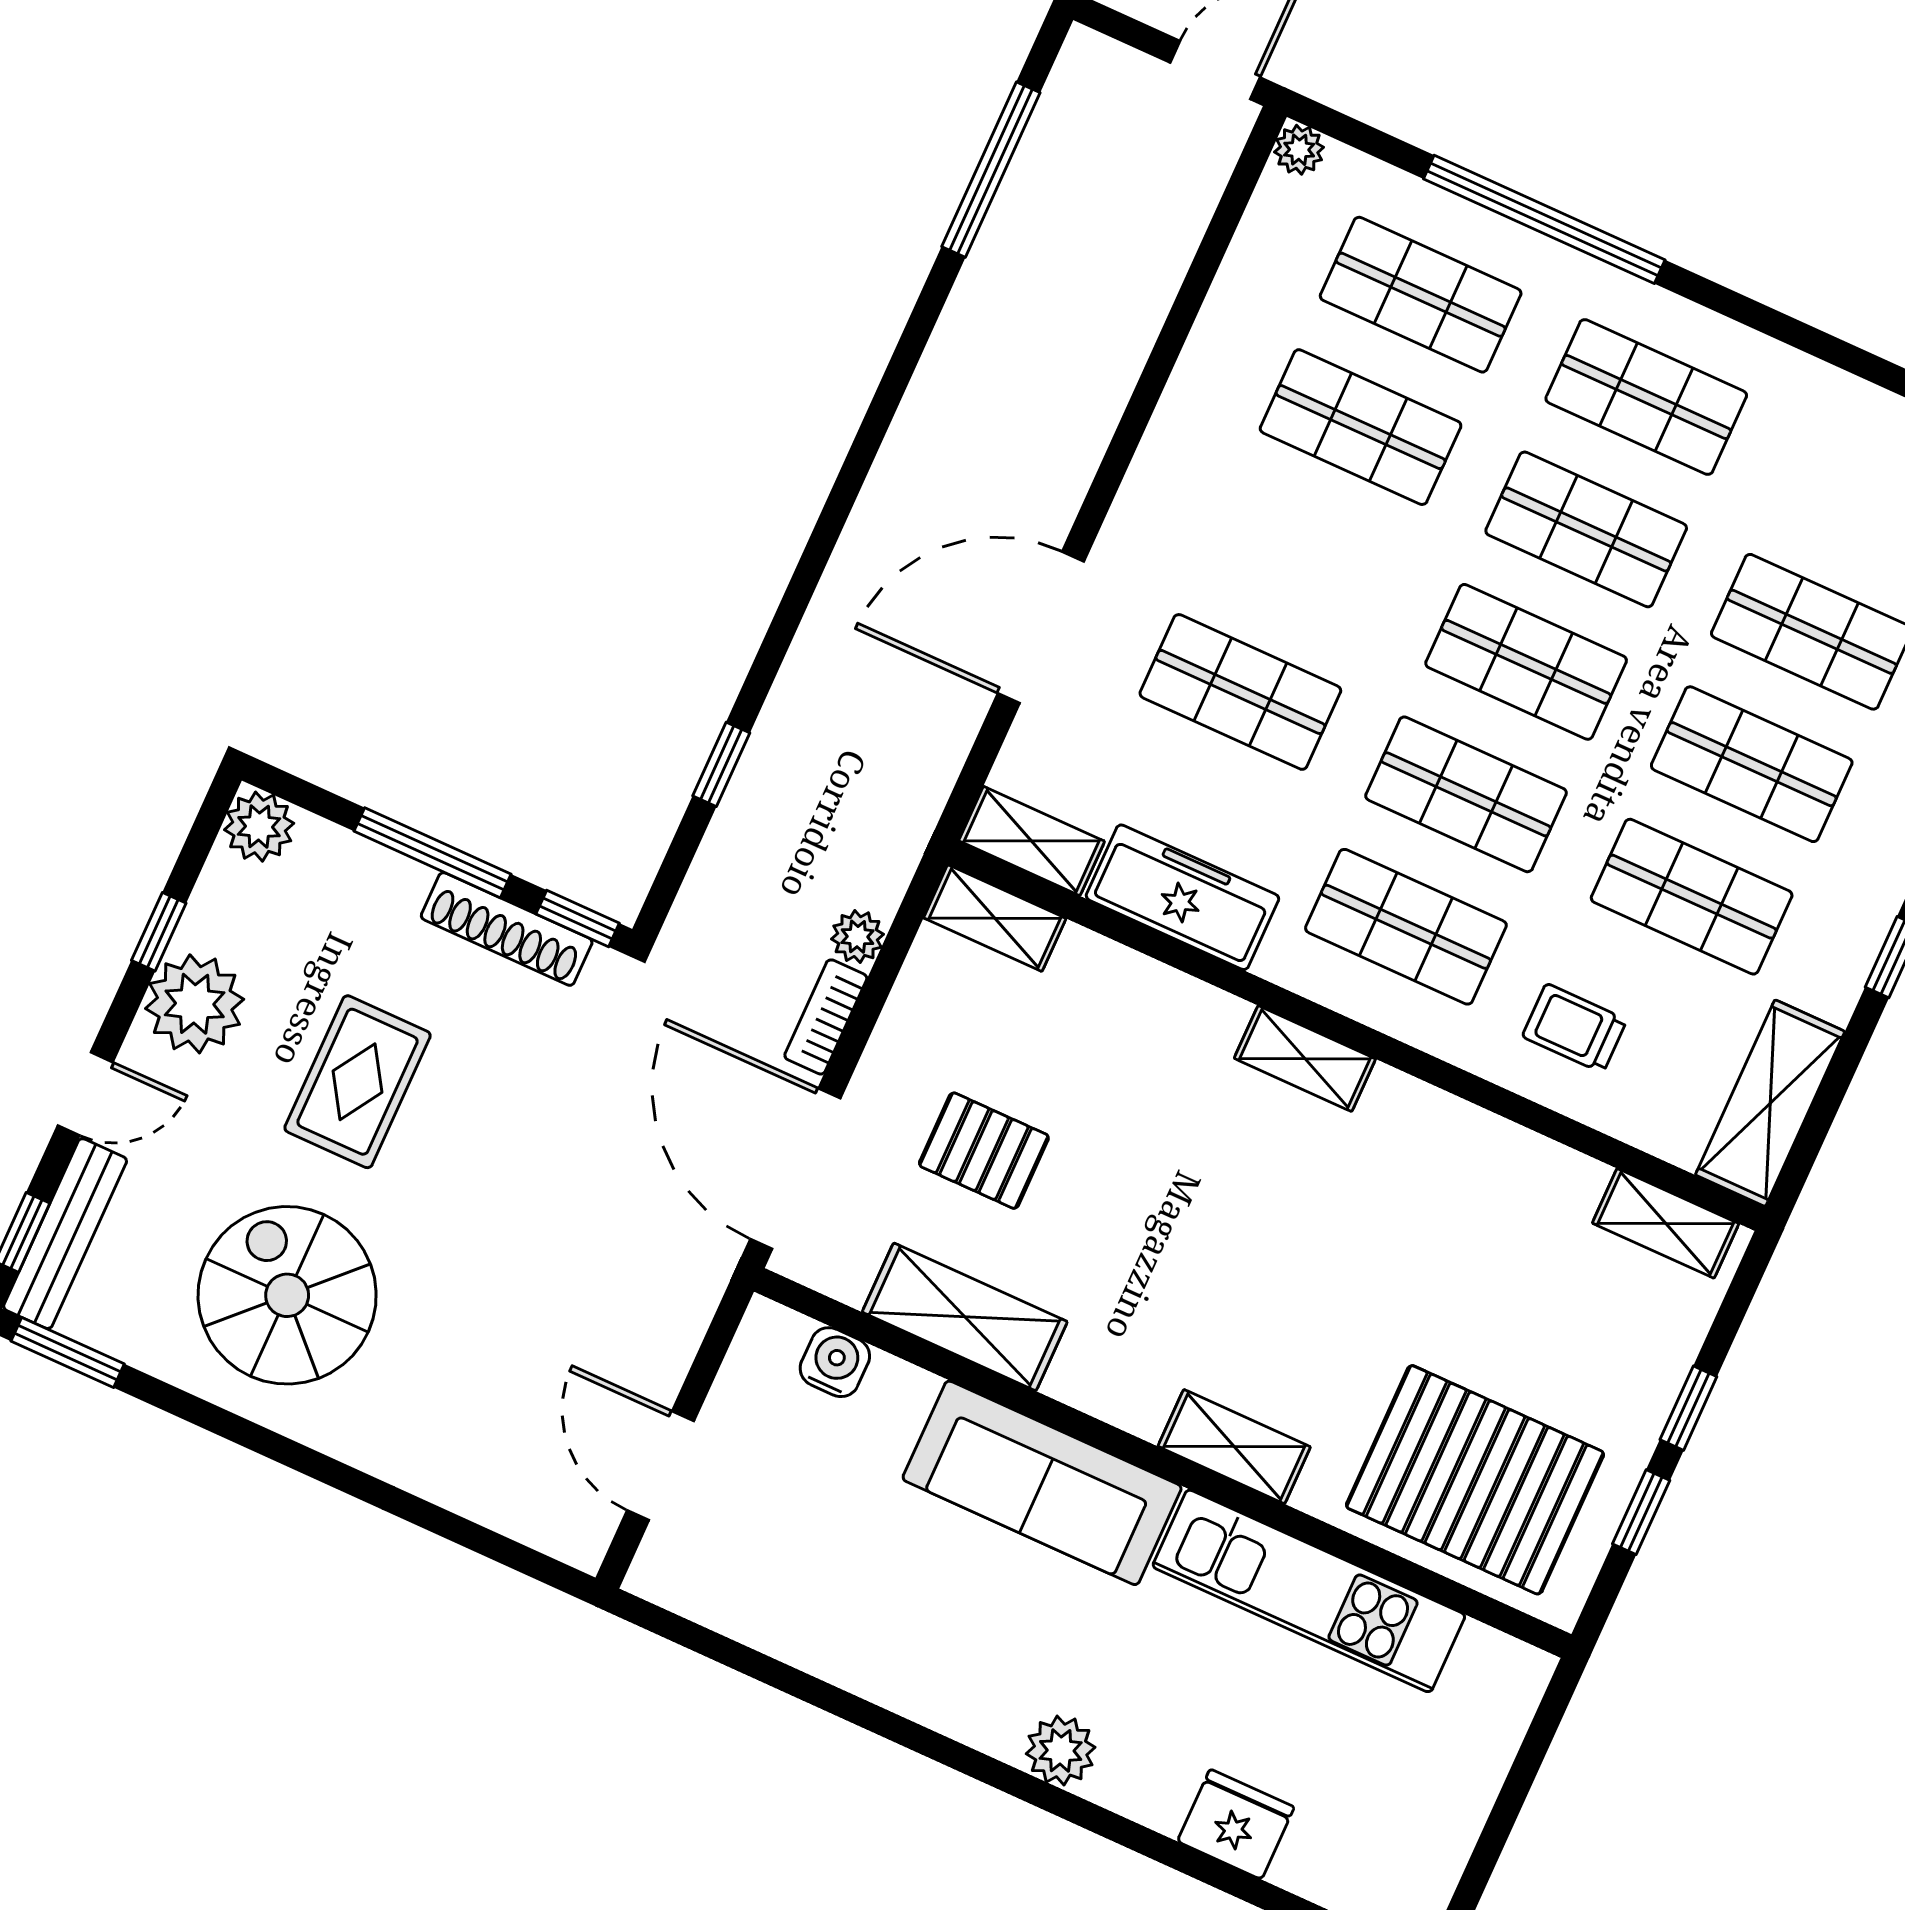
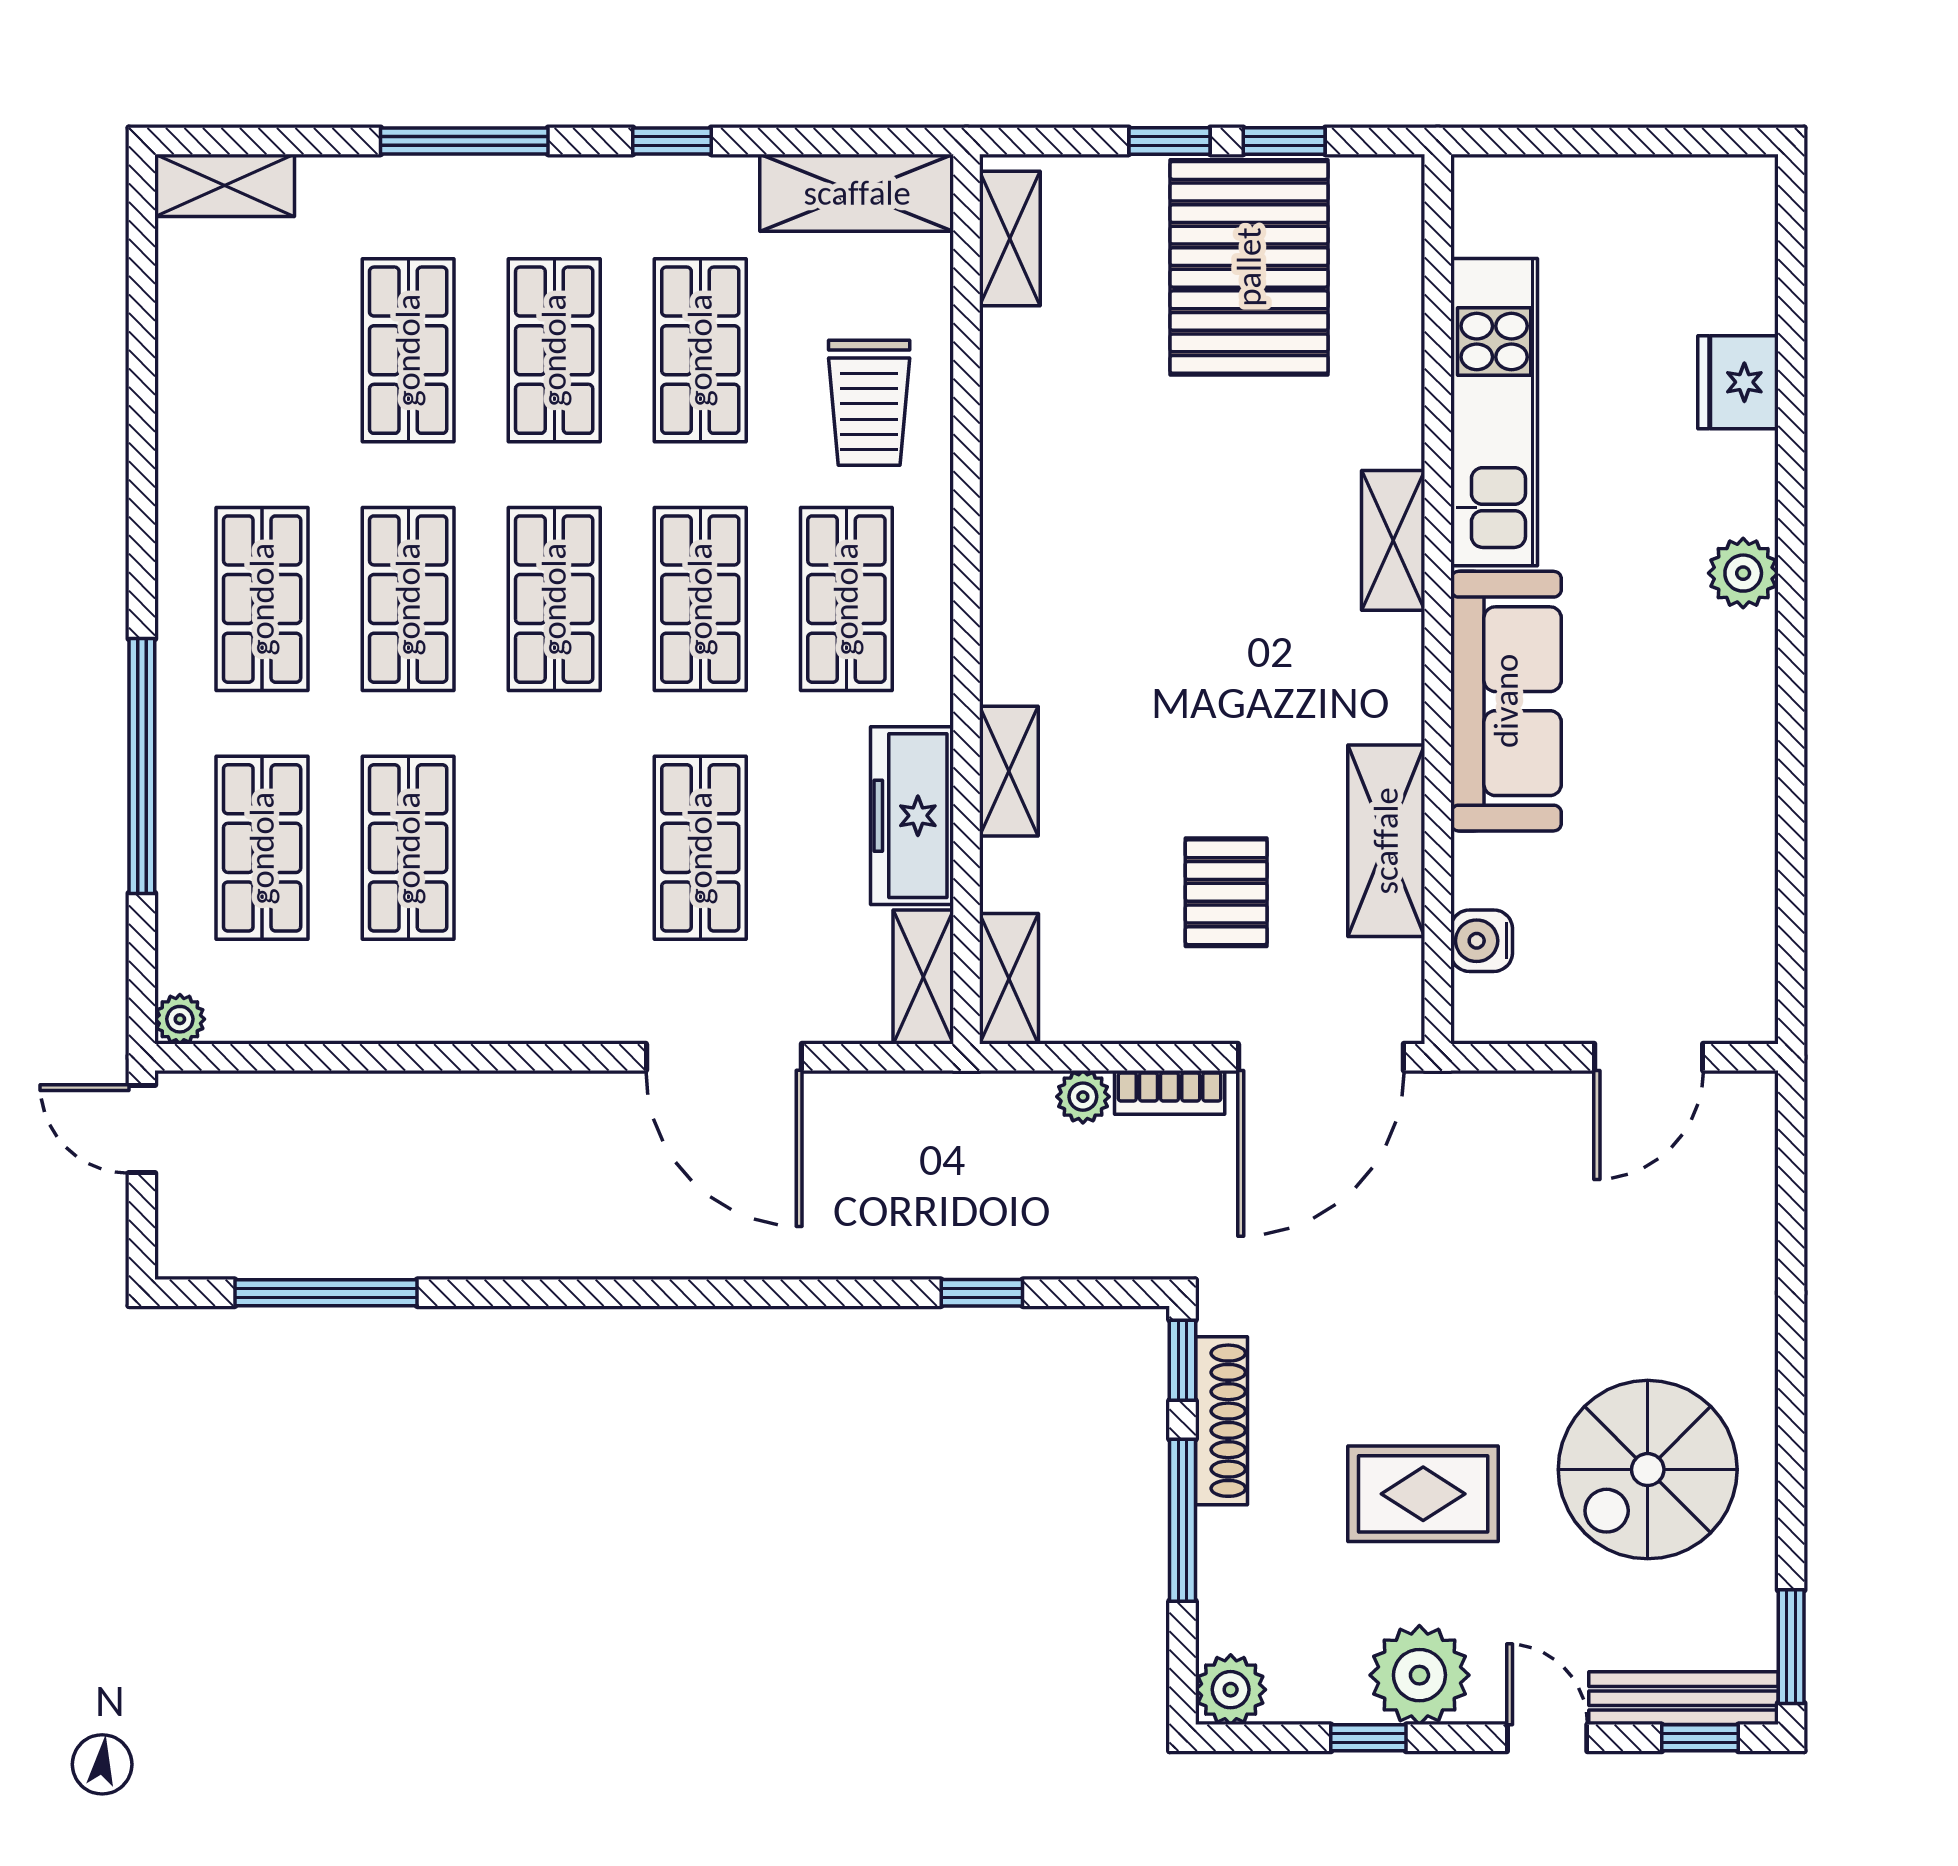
trolley: (1574, 1028) -> (869, 403), width x1.36, depth x1.39
shelving: (1305, 1059) -> (1009, 771), moved
pallet: (1475, 1480) -> (1249, 267), moved

